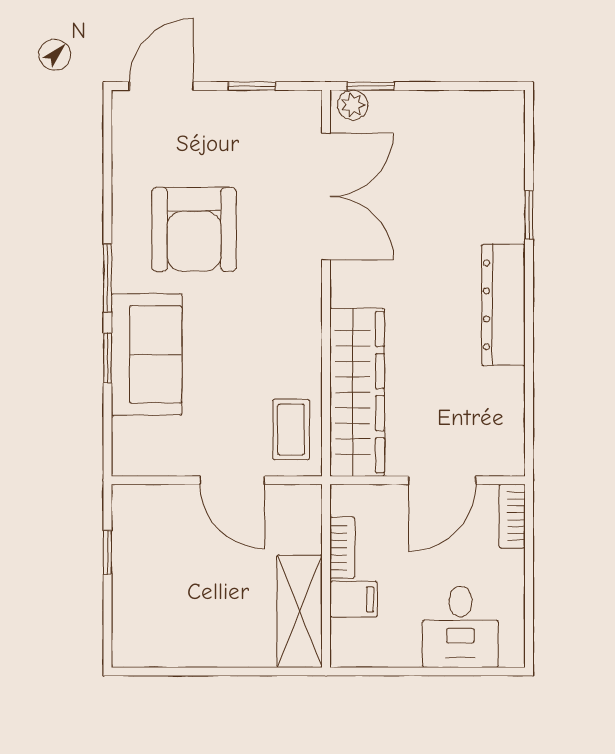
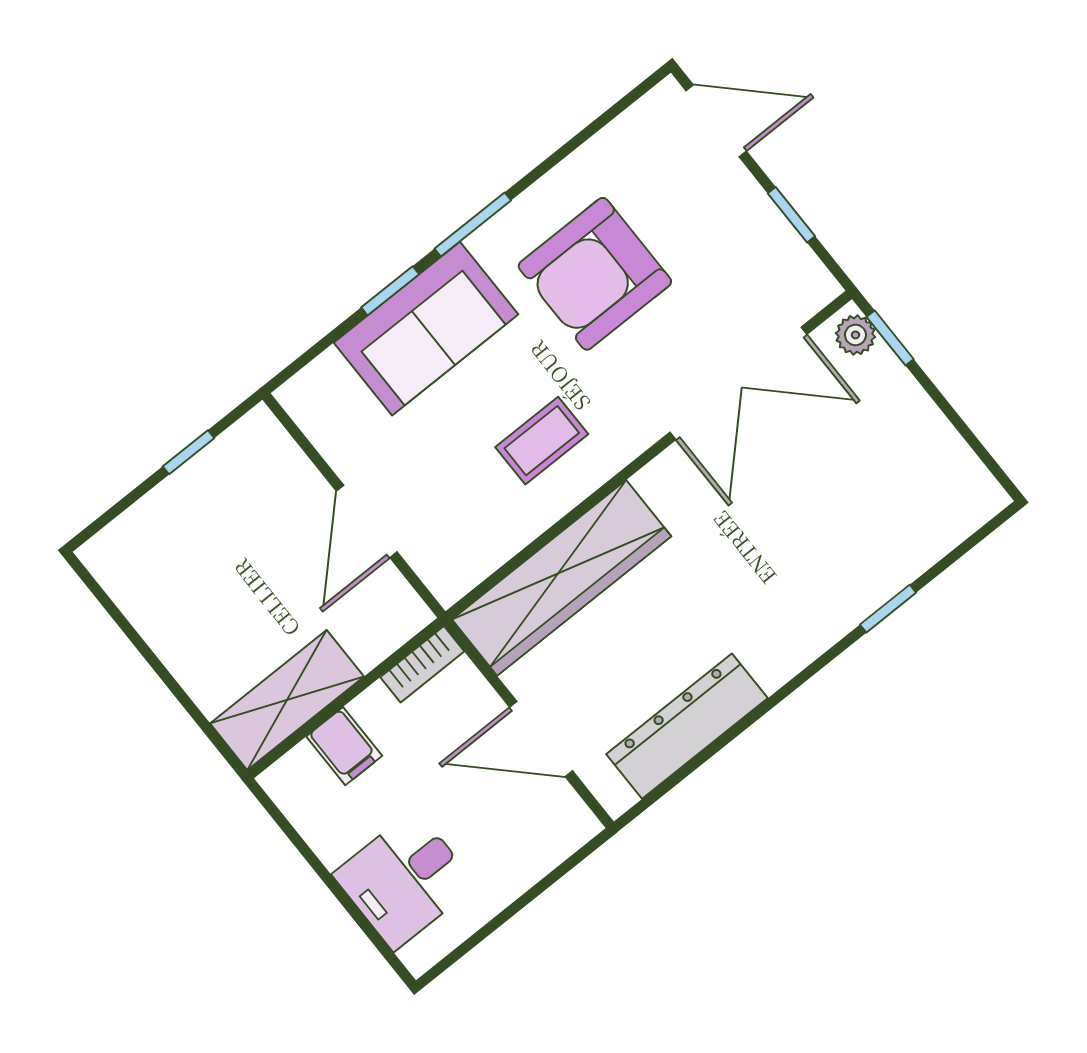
dresser: (503, 305) -> (687, 726), moved
coffee table: (291, 430) -> (542, 441), moved
bookcase: (512, 516) -> (562, 841), removed
bookcase: (342, 548) -> (422, 664), moved

